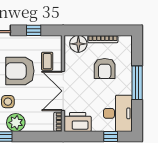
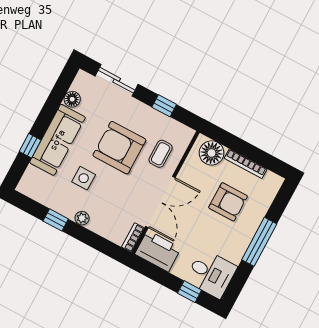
armchair: (105, 69) -> (228, 202), turned -90
double door: (63, 91) -> (160, 202), swing flipped
desk: (118, 113) -> (211, 274), width x0.73
plant: (16, 123) -> (82, 218), width x0.53, depth x0.53

